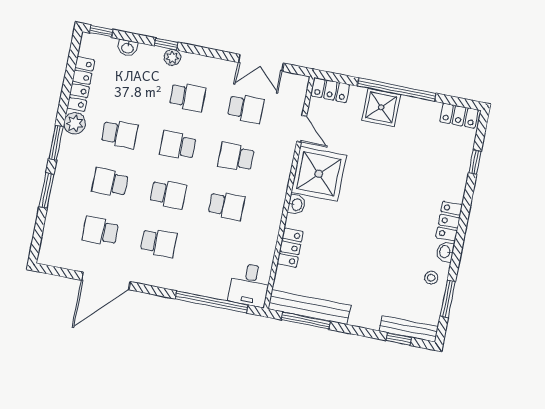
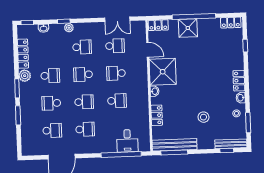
school desk: (100, 231) -> (52, 131), turned 180
stool: (372, 270) -> (203, 117), added
desk: (250, 285) -> (127, 141), moved

